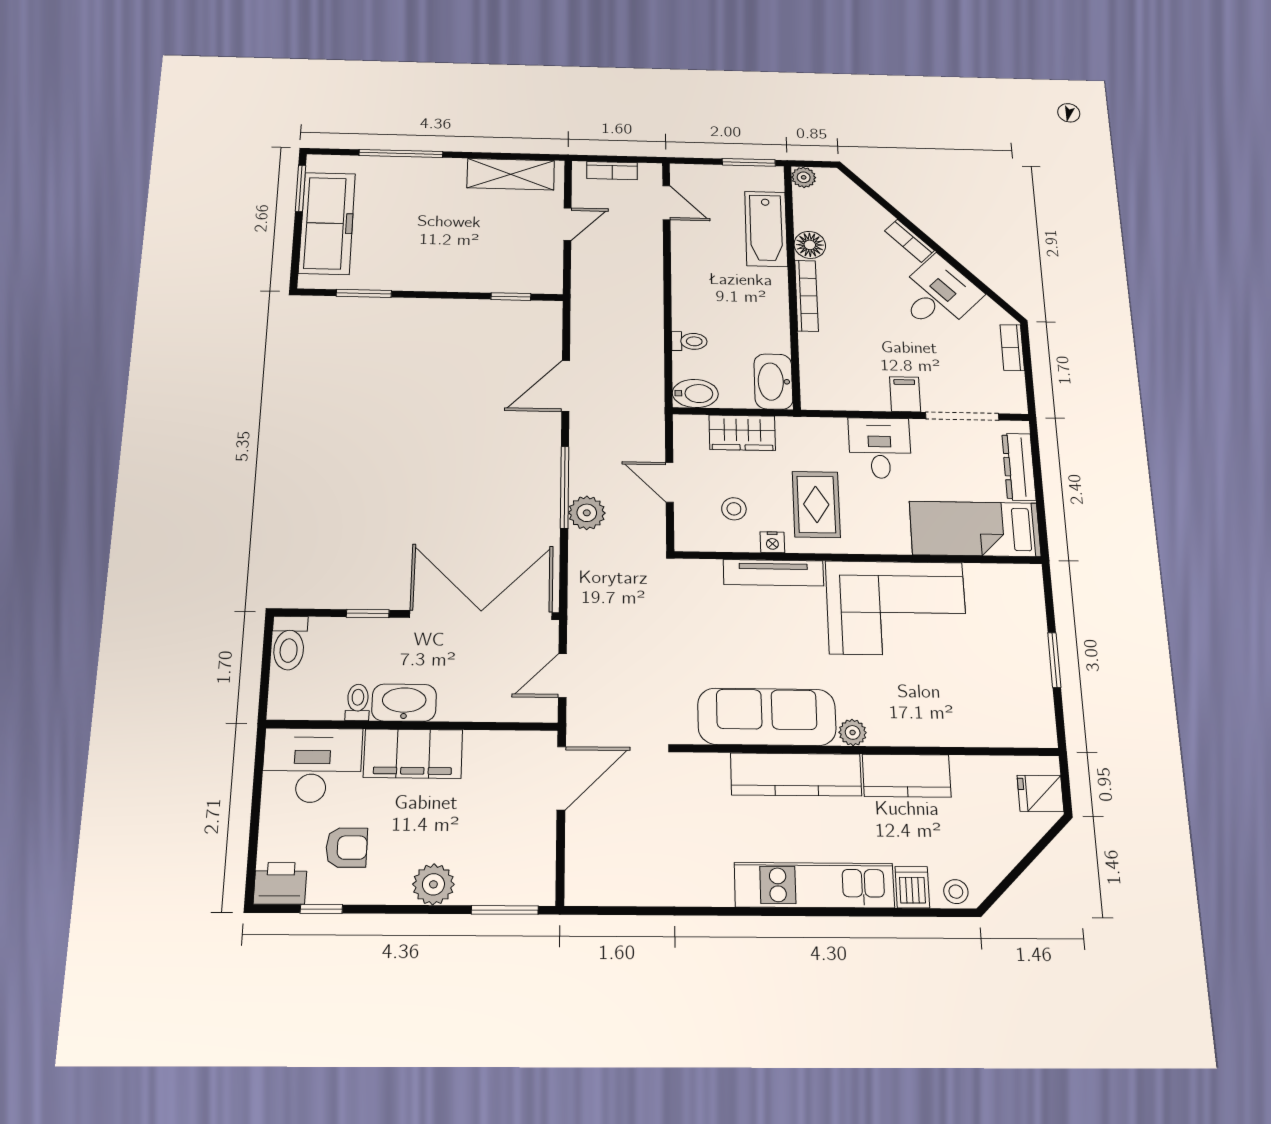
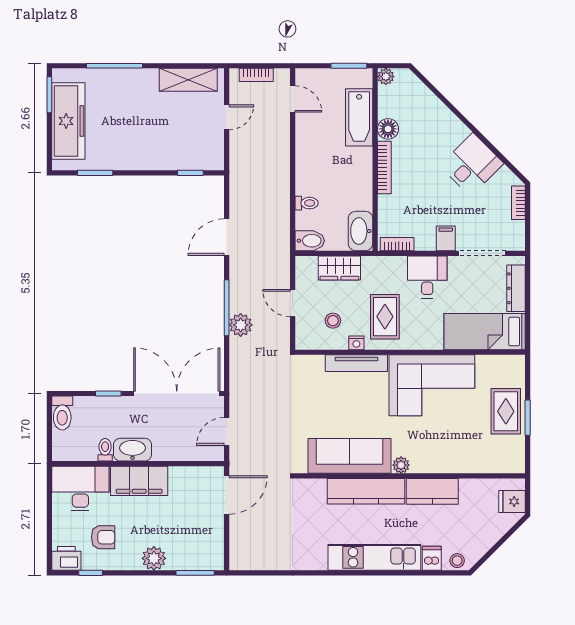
bookcase: (909, 241) -> (397, 244), moved, turned 135
rug: (1018, 650) -> (506, 411), added

